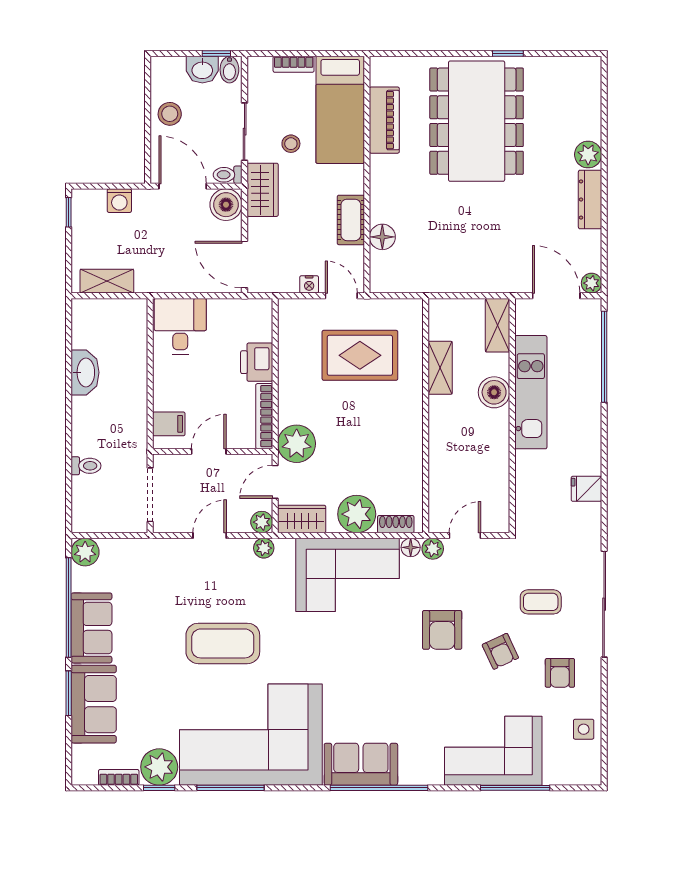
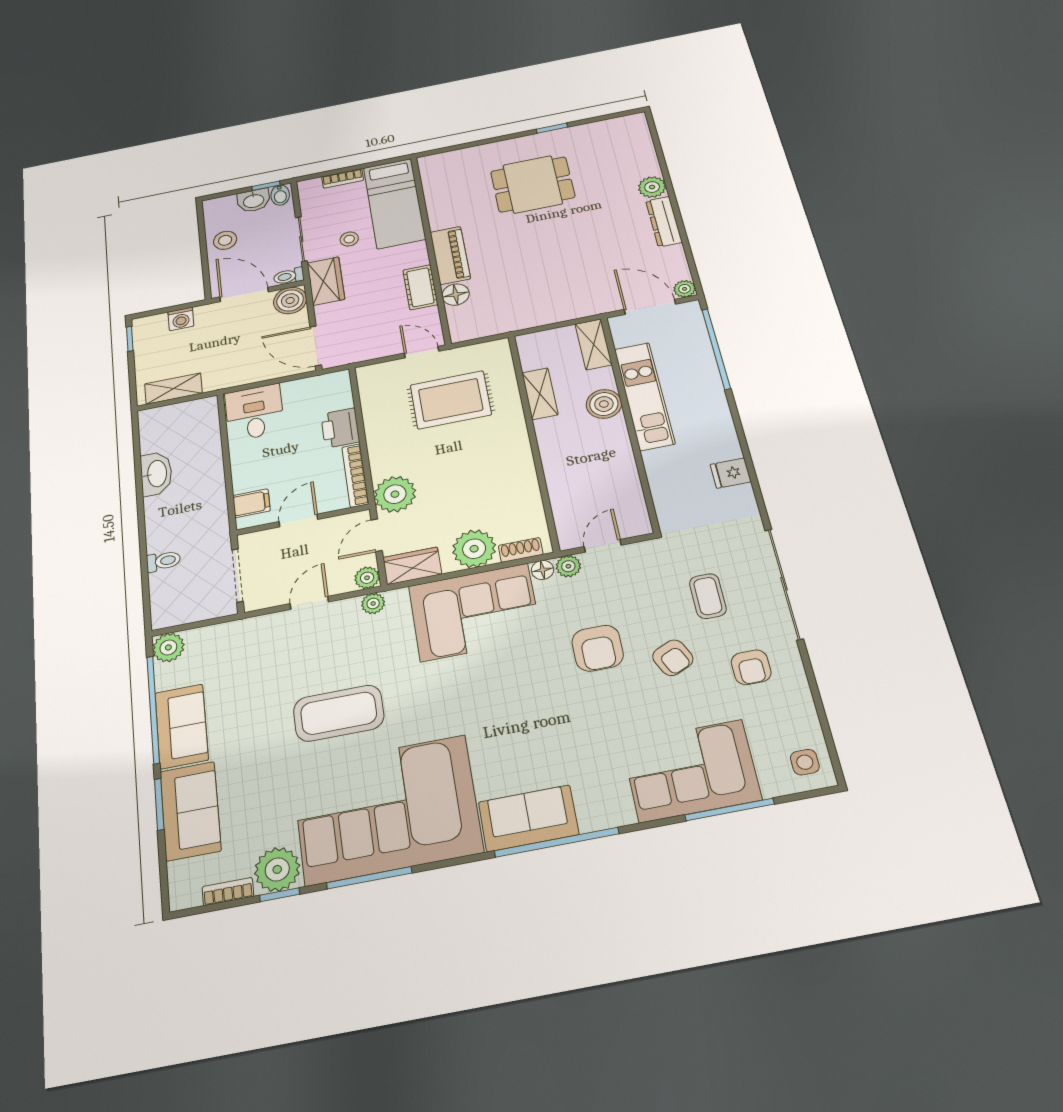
piano: (384, 120) -> (450, 255), moved
dining table: (477, 121) -> (533, 184), width x0.53, depth x0.80
nightstand: (309, 284) -> (386, 349), removed
coffee table: (541, 602) -> (708, 596), turned 90
side table: (584, 729) -> (805, 762), moved

